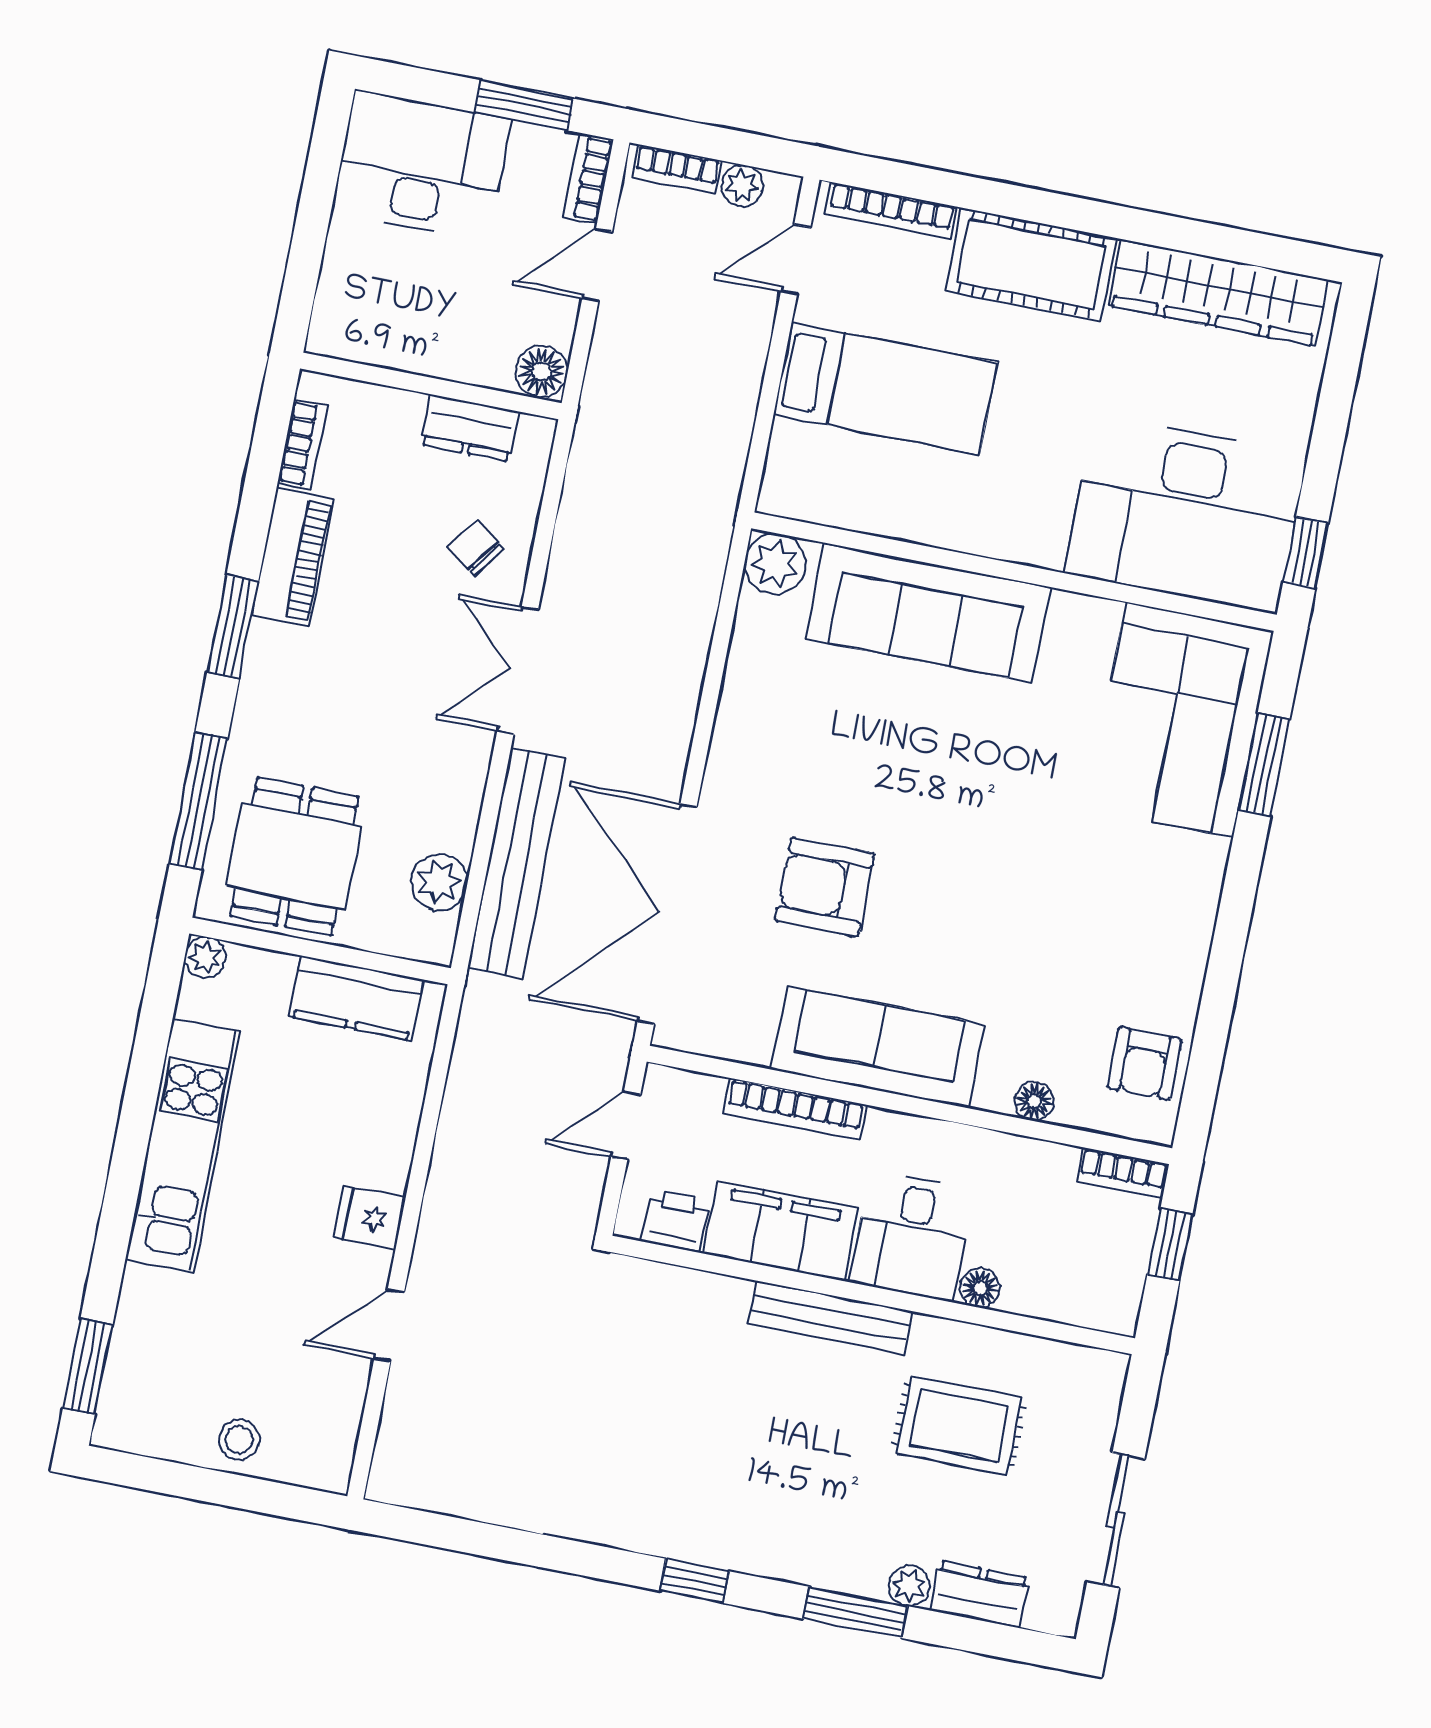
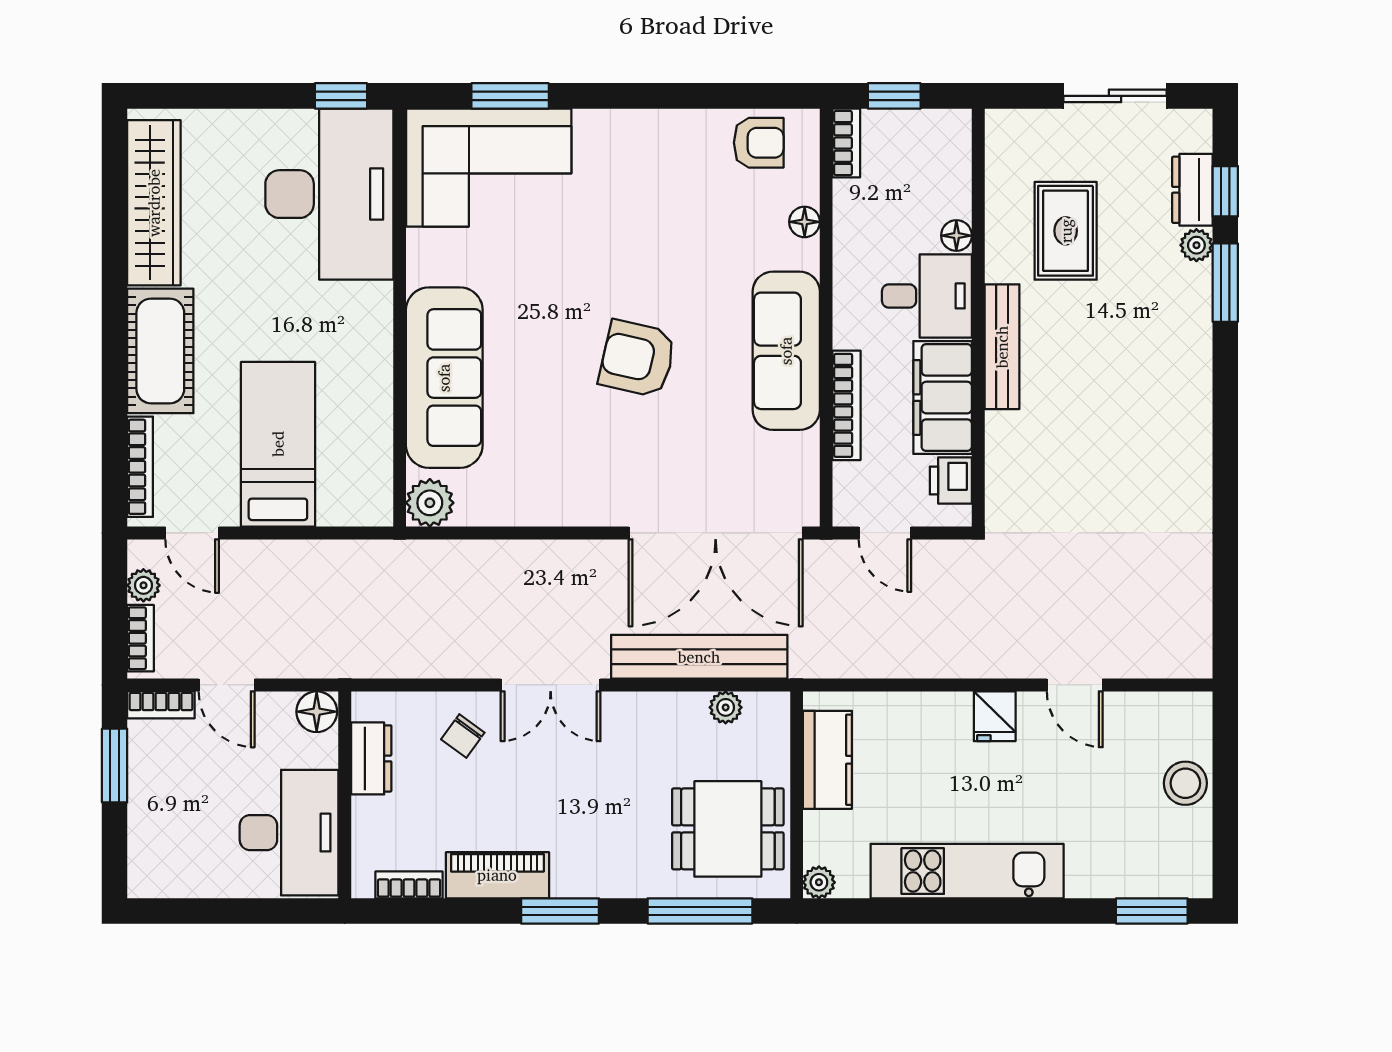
desk: (421, 166) -> (289, 833), moved, turned 180
plant: (439, 882) -> (726, 707), width x0.73, depth x0.73
armchair: (824, 887) -> (637, 359), moved, turned 103
stool: (239, 1440) -> (1185, 783), width x1.37, depth x1.37
window: (694, 1581) -> (1225, 191), moved

